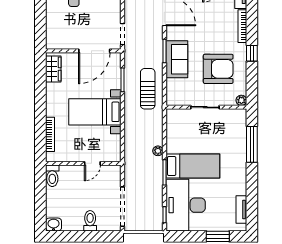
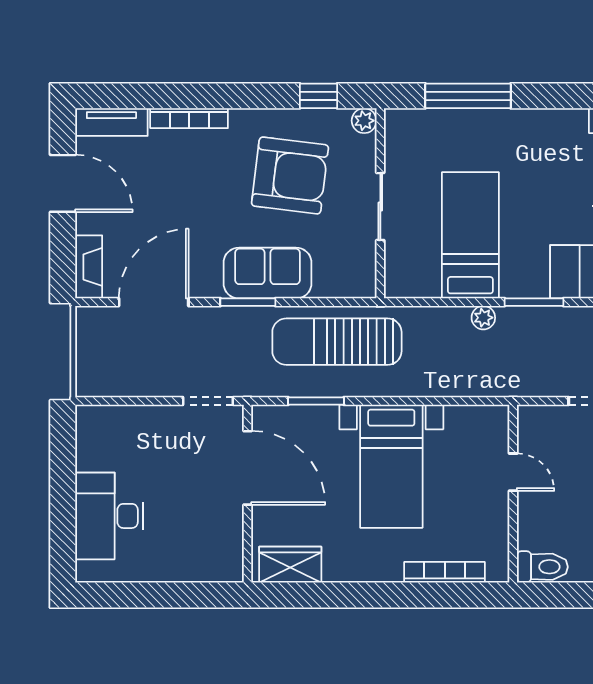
window: (252, 53) -> (319, 96), moved
armchair: (218, 69) -> (290, 175), turned 97
sun lounger: (148, 89) -> (337, 342), width x1.36, depth x1.34
bed: (193, 166) -> (470, 235), moved

